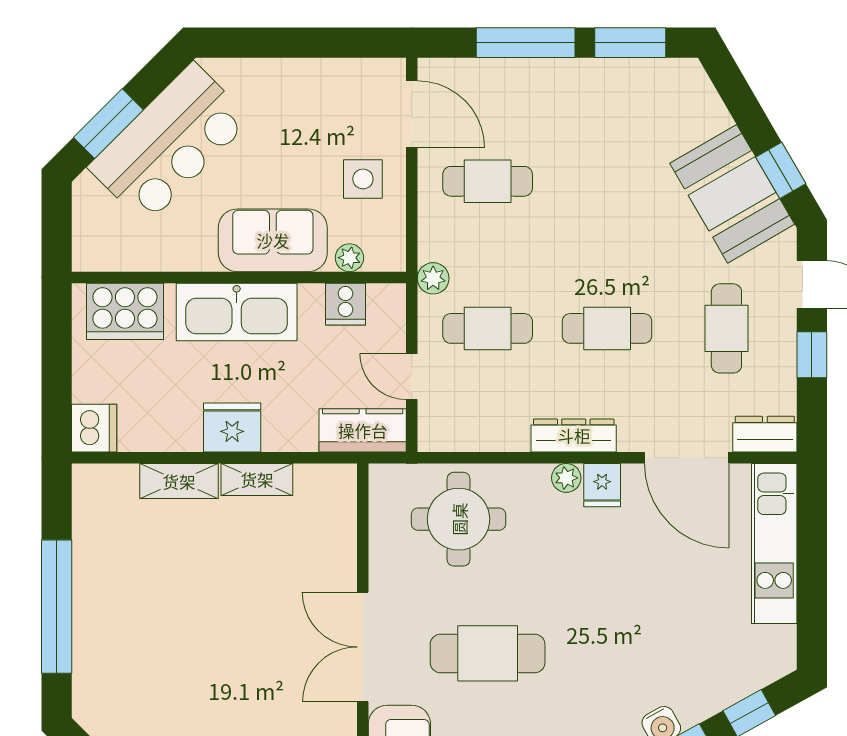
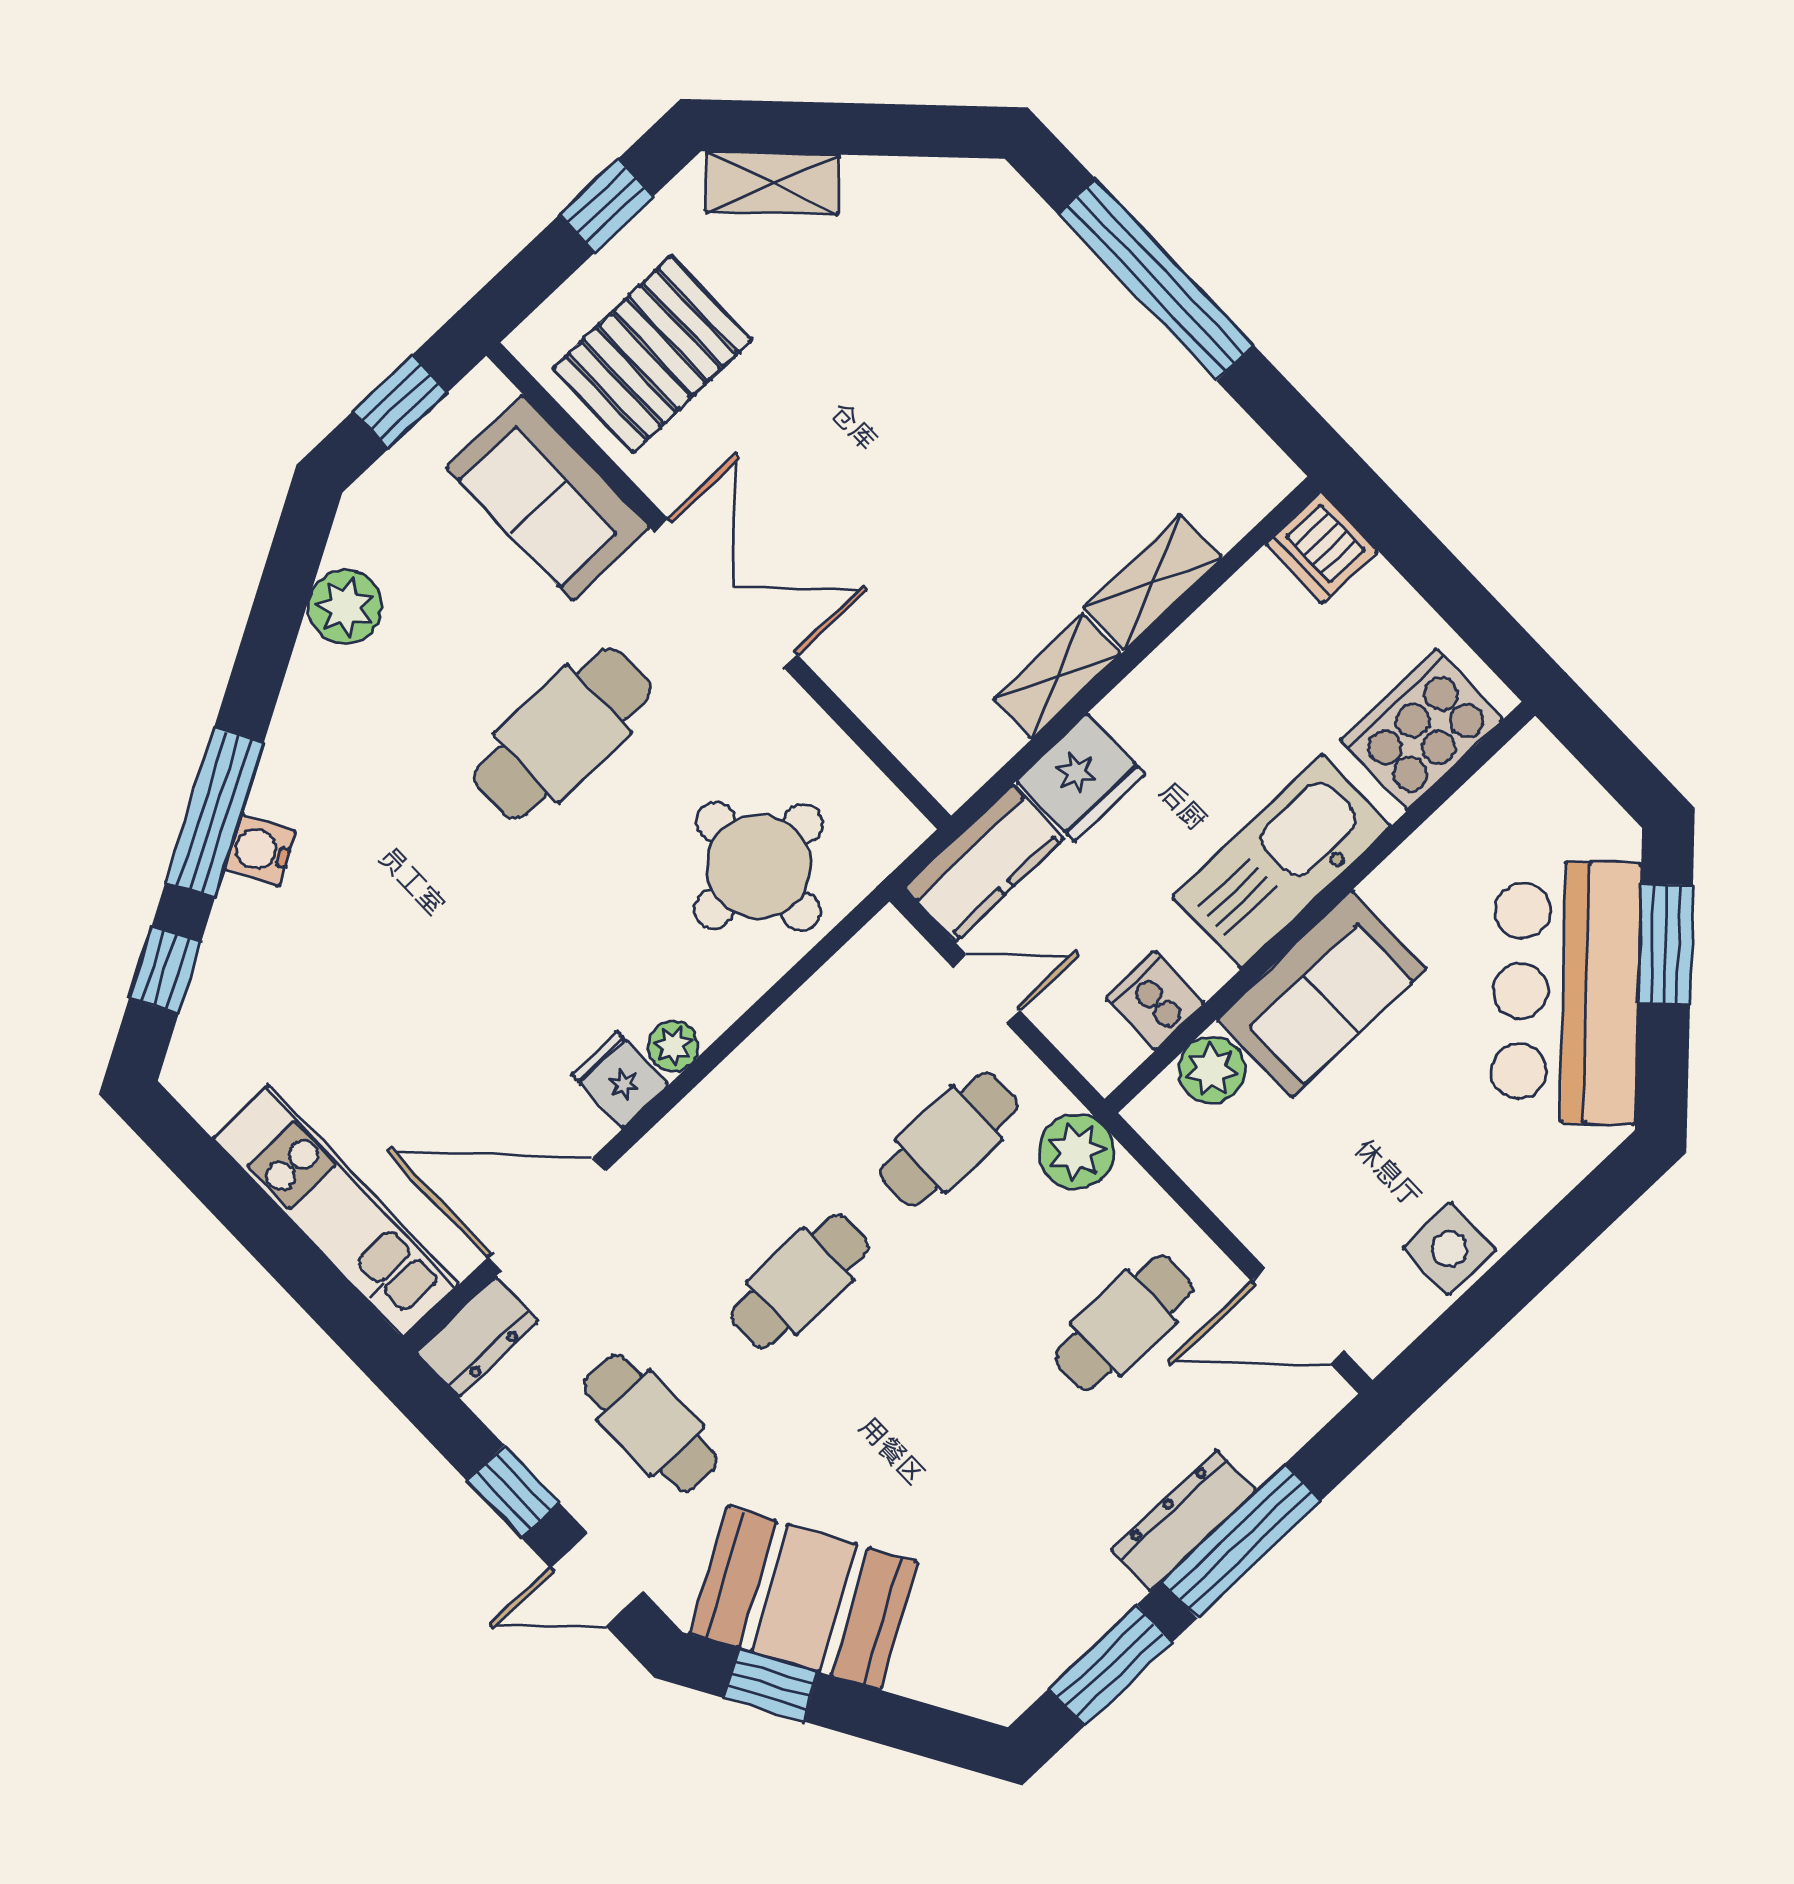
side table: (363, 179) -> (1449, 1249), moved
plant: (349, 258) -> (1212, 1070), width x1.38, depth x1.38
plant: (433, 278) -> (1076, 1151), width x1.38, depth x1.38
fridge: (232, 427) -> (1081, 778), moved
dresser: (574, 435) -> (1184, 1520), moved, turned 180

